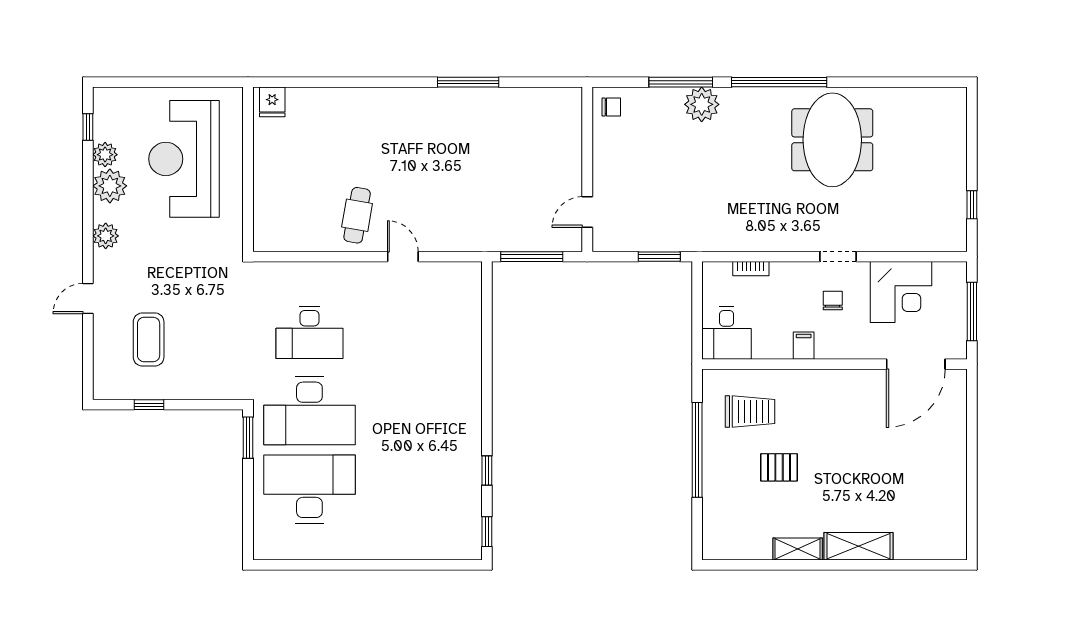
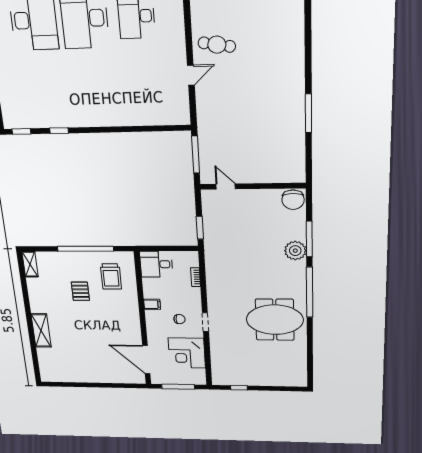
chair: (611, 107) -> (293, 200), width x1.87, depth x1.87
shelving: (798, 549) -> (30, 264), moved

